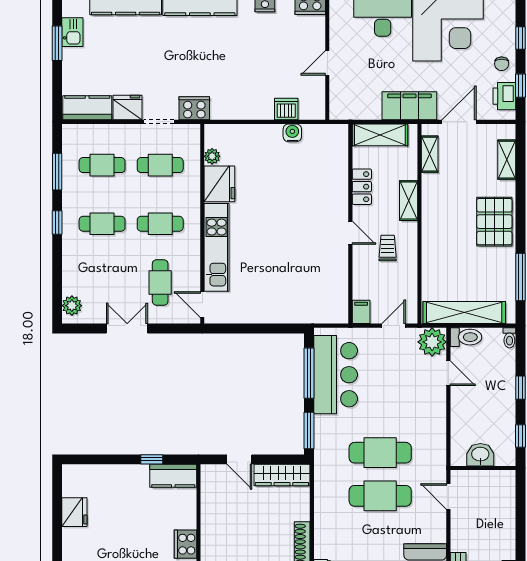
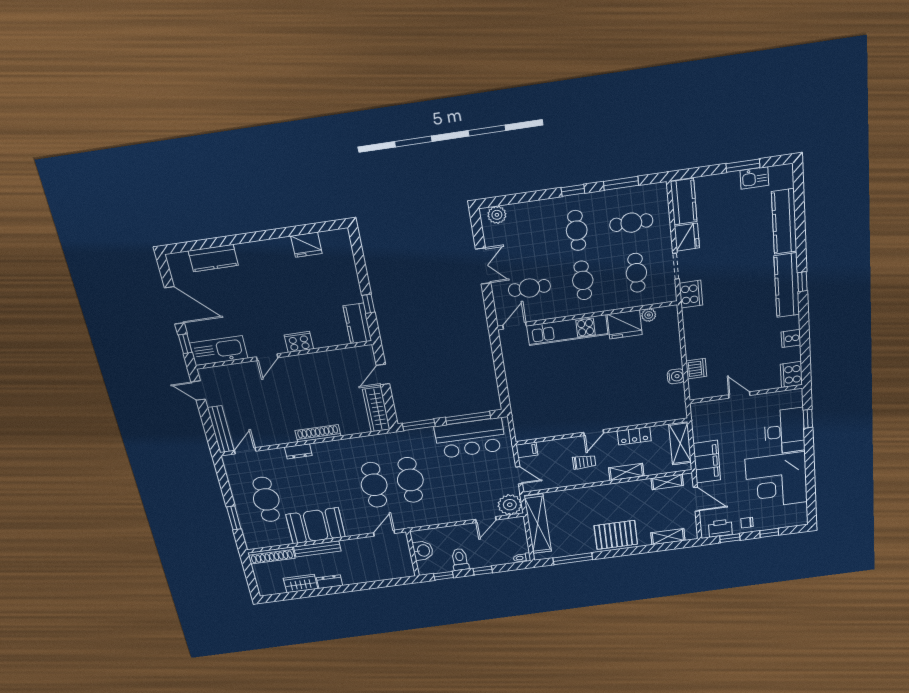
cafe table: (102, 165) -> (631, 223), turned 90
toilet: (466, 337) -> (460, 559), moved, turned 180

